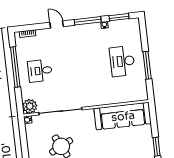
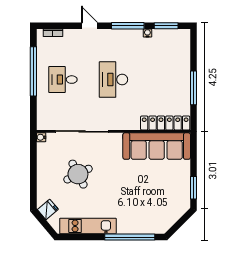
desk: (122, 61) -> (113, 80), moved
locker: (127, 97) -> (165, 123), added
plant: (30, 106) -> (46, 121), removed

